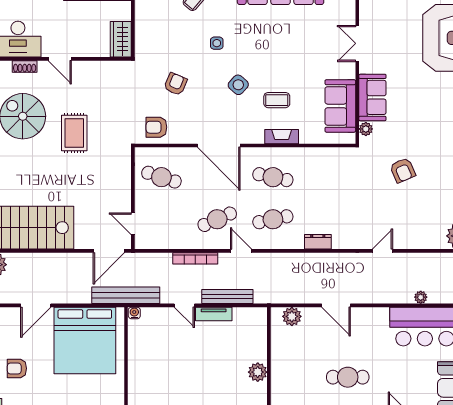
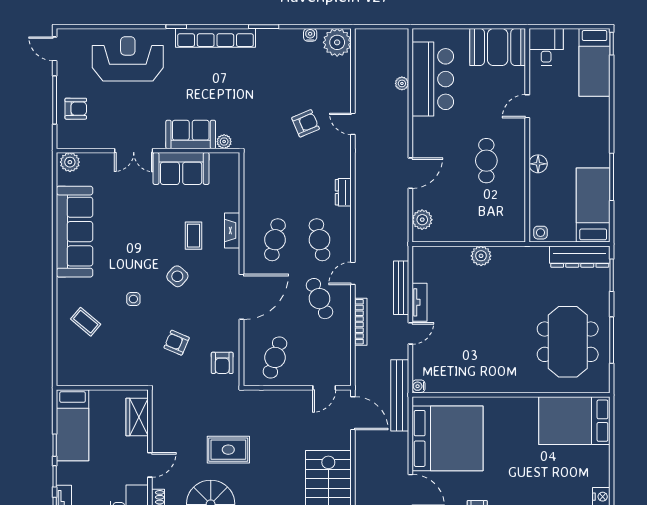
wardrobe: (121, 39) -> (137, 417), moved, turned 90
sofa: (340, 106) -> (181, 168), moved
armchair: (403, 170) -> (306, 123), moved

